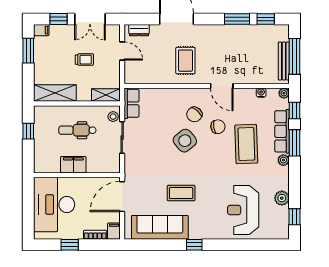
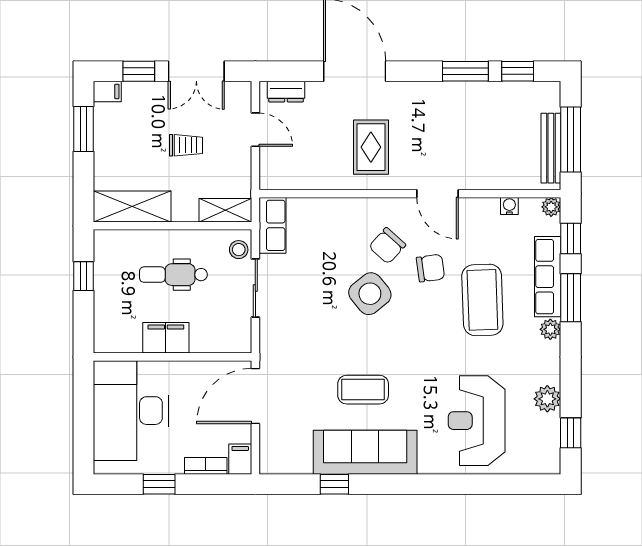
sofa: (160, 227) -> (365, 452), moved
window: (194, 245) -> (334, 484), moved

